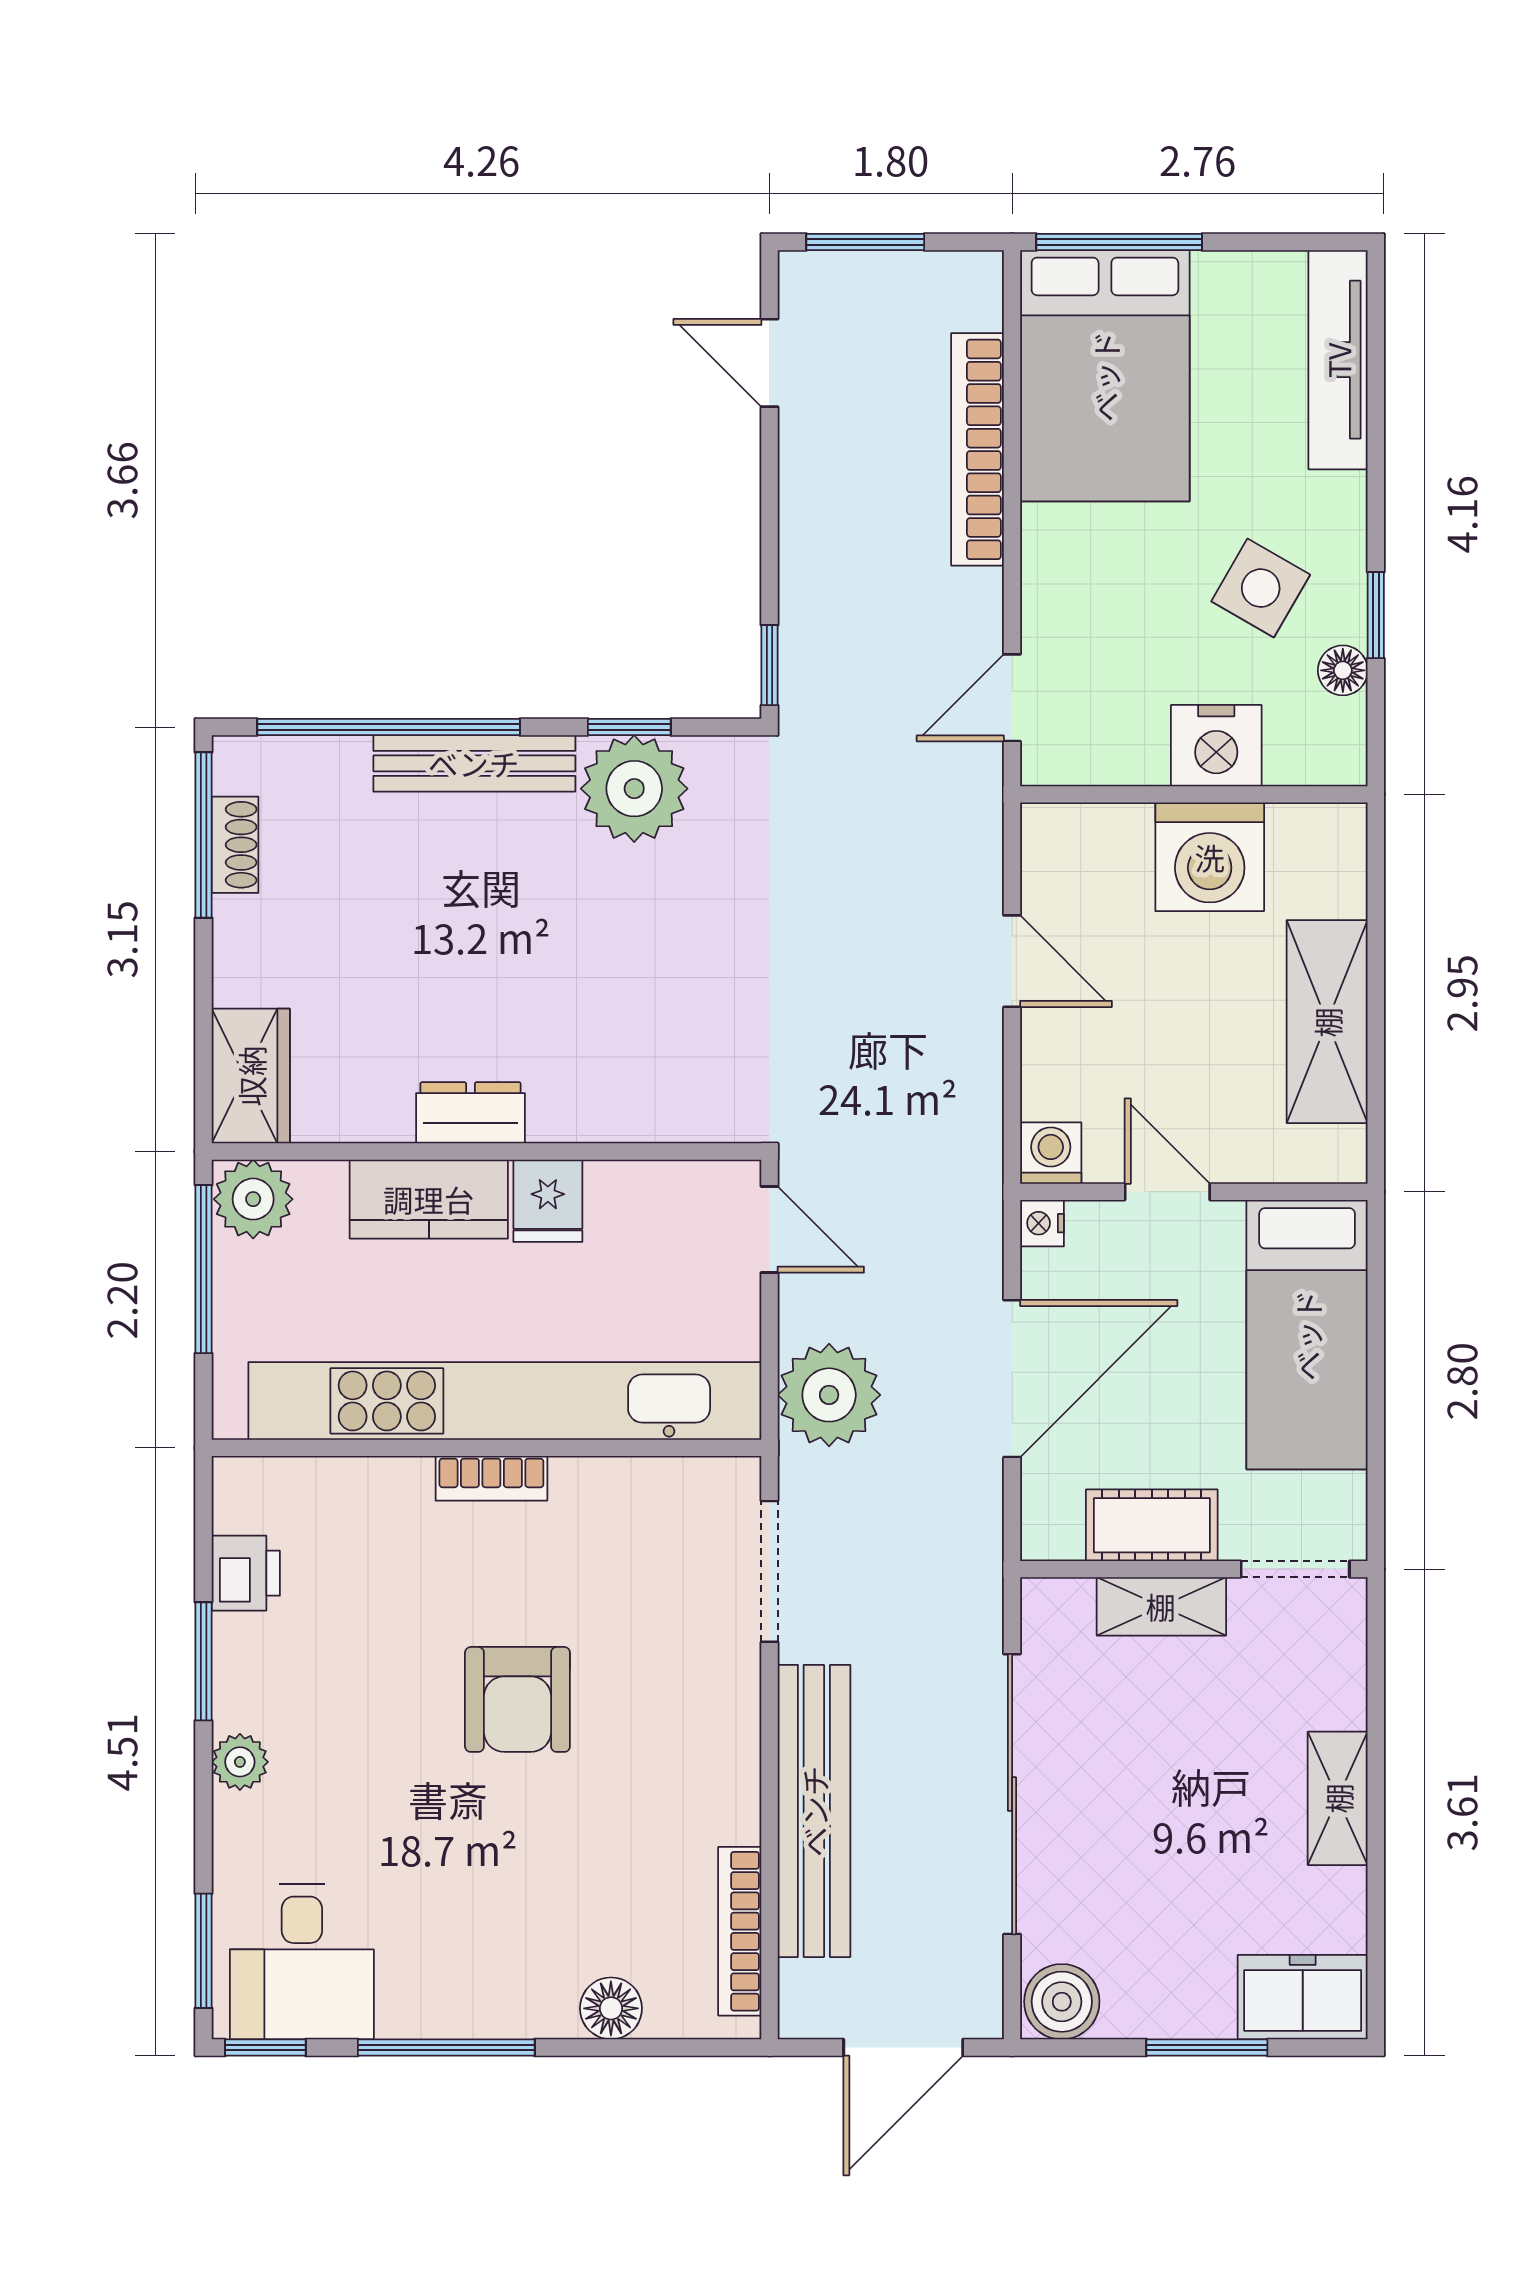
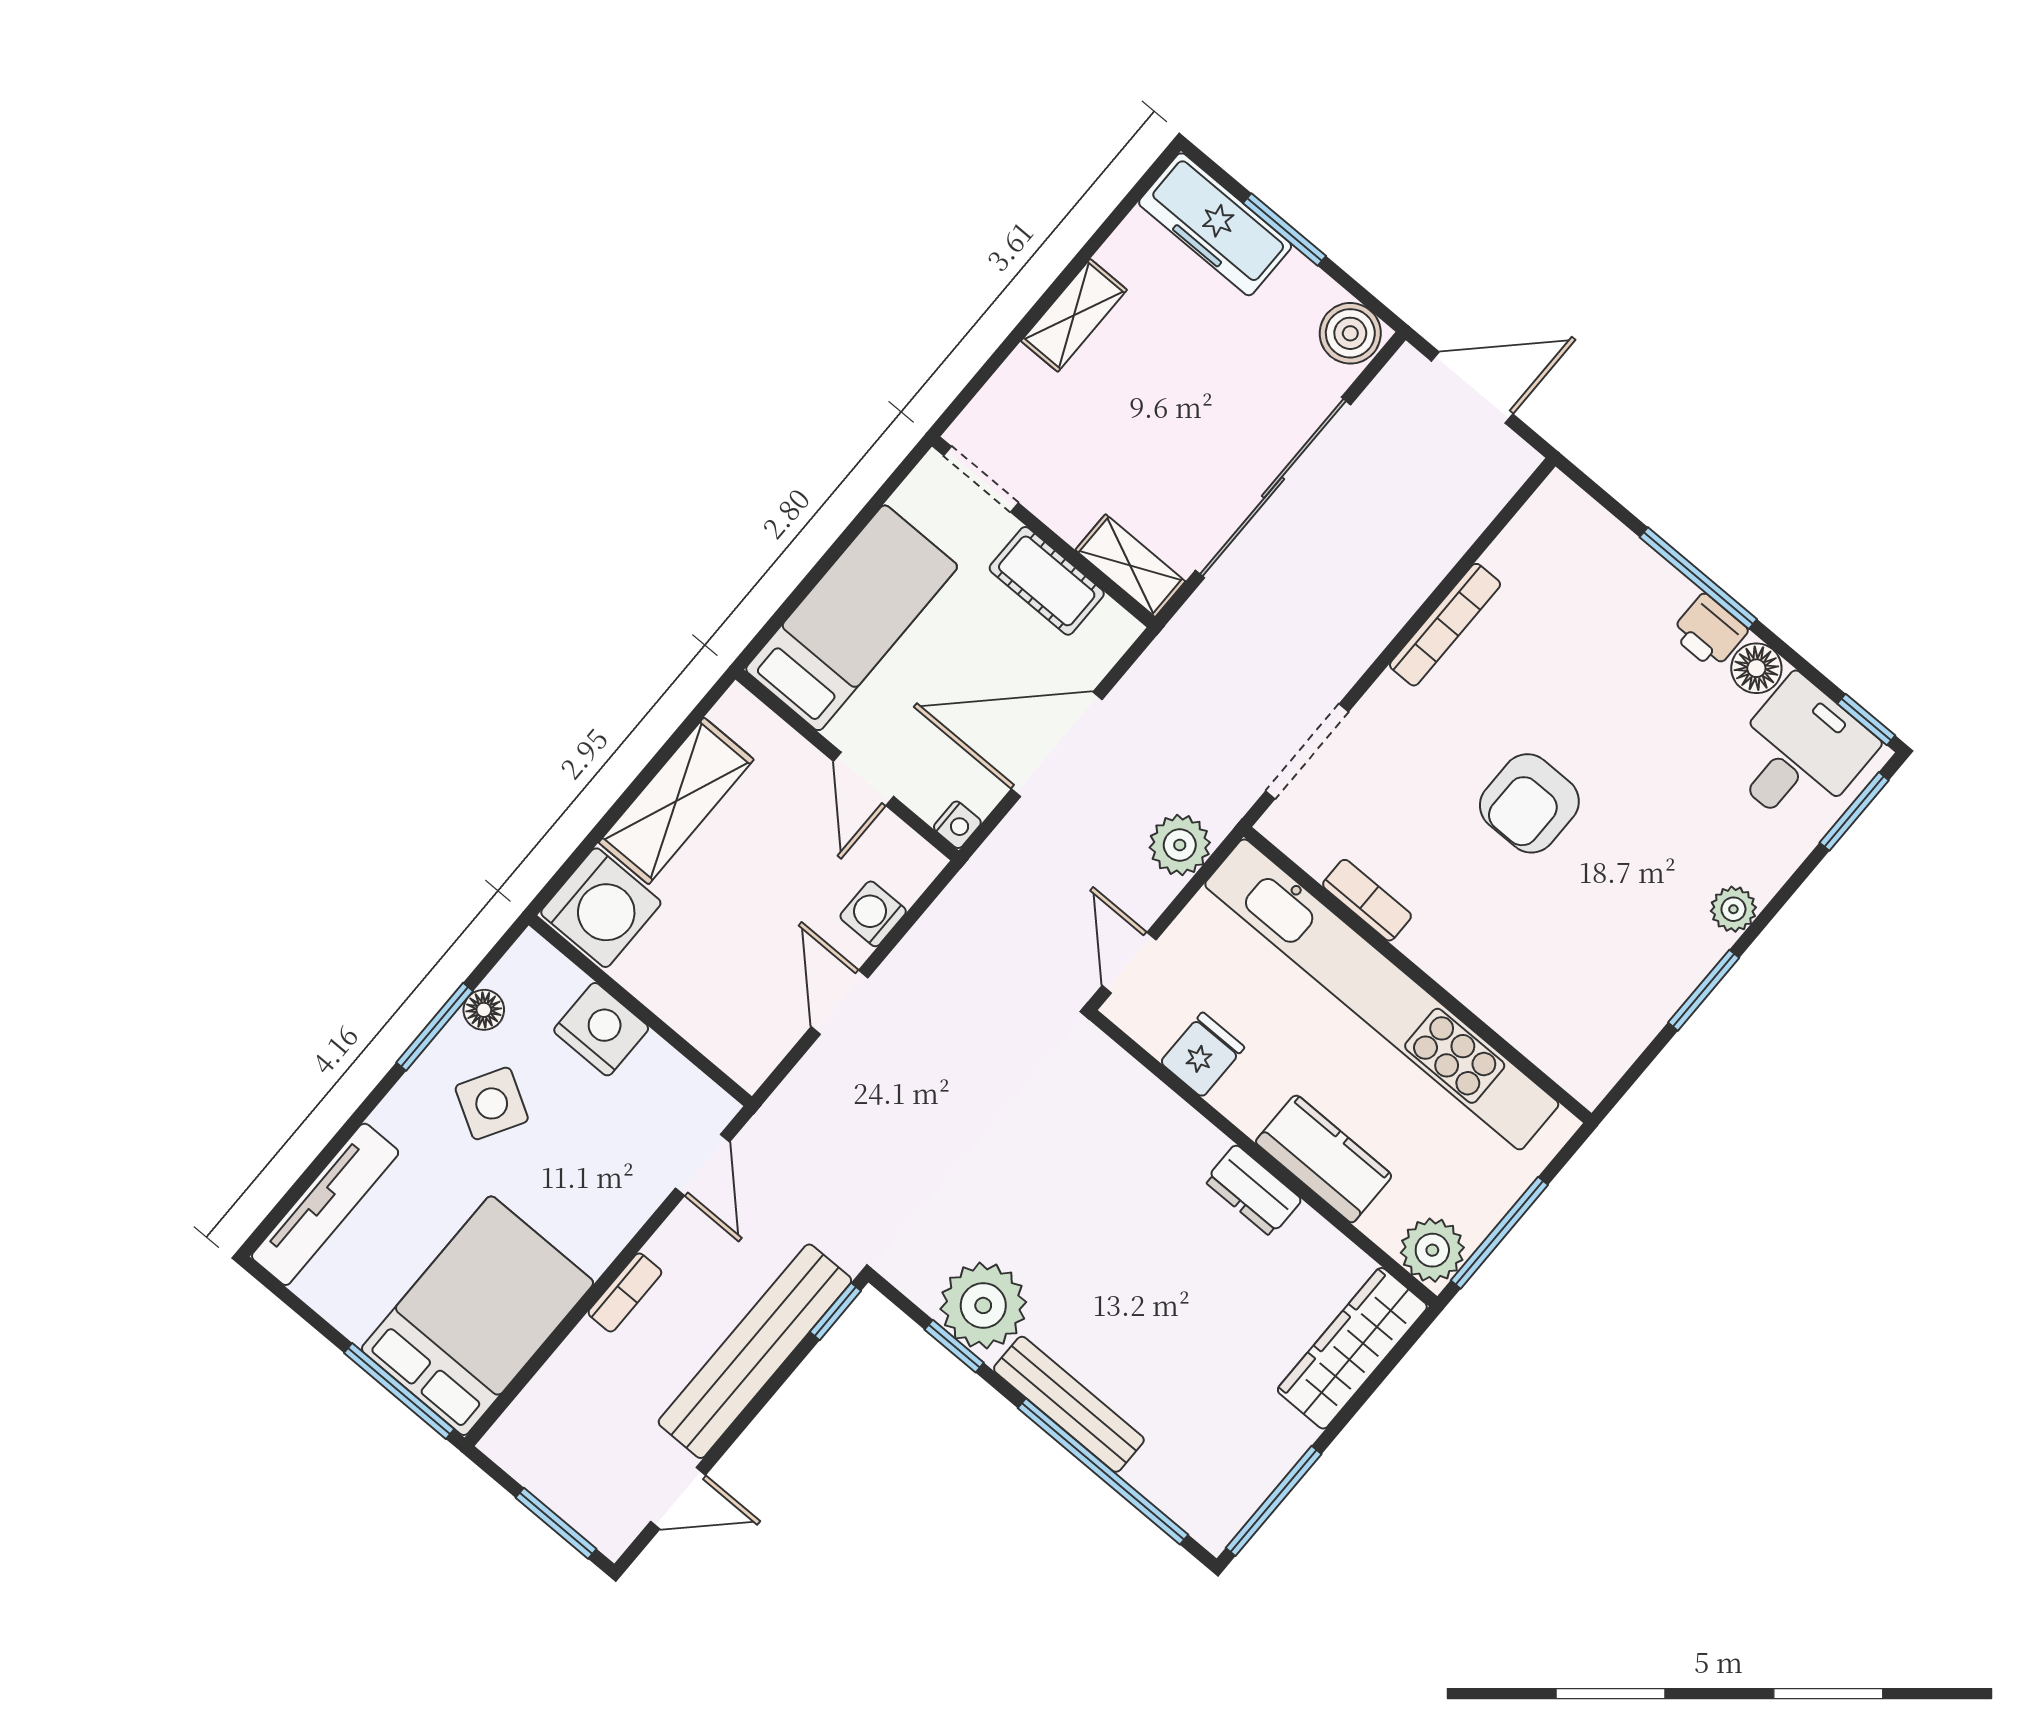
door: (769, 363) -> (678, 1498), hinge flipped
bookcase: (978, 449) -> (625, 1292), width x0.43, depth x0.76
window: (1376, 615) -> (435, 1027), width x1.50
door: (1012, 698) -> (703, 1165), hinge flipped
shoe rack: (235, 845) -> (1259, 1479), removed
washing machine: (1210, 857) -> (601, 908), moved, turned 90
wardrobe: (251, 1076) -> (1352, 1348), width x1.50
washing machine: (1051, 1153) -> (873, 914), moved, turned 90
fridge: (548, 1201) -> (1202, 1055), moved
plant: (829, 1395) -> (1180, 845), width x0.73, depth x0.73
bookcase: (491, 1478) -> (1367, 900), moved
printer: (246, 1573) -> (1709, 632), moved, turned -90
shelving: (1161, 1606) -> (1130, 566), moved
armchair: (517, 1699) -> (1529, 803), turned 180
bench: (814, 1811) -> (755, 1351), moved
bookcase: (740, 1931) -> (1445, 625), moved
freezer: (1303, 1997) -> (1215, 224), width x1.40
floor lamp: (611, 2008) -> (1756, 668), moved
window: (446, 2047) -> (1698, 578), moved

